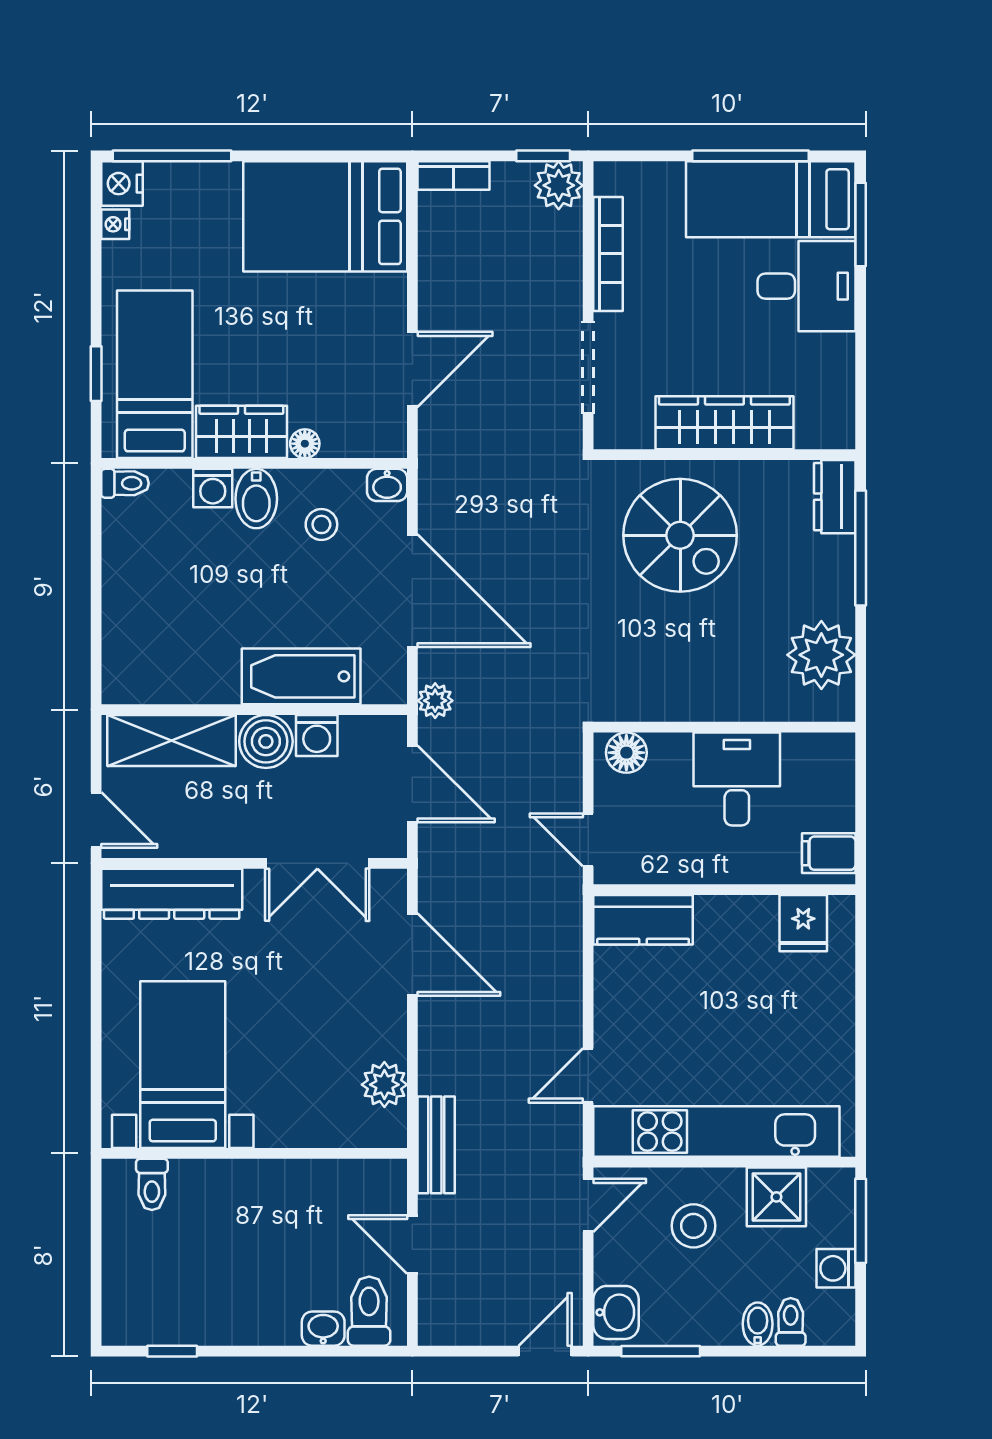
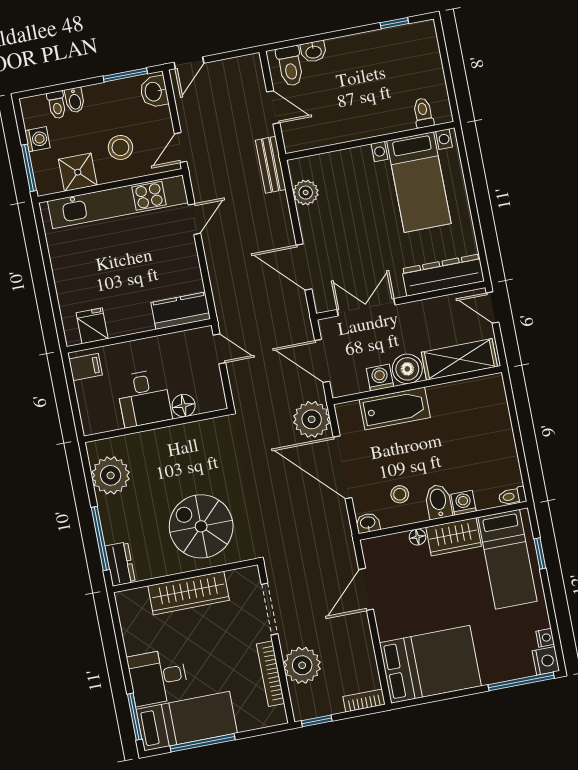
plant: (559, 185) -> (302, 665), moved, width x1.36, depth x1.36
plant: (435, 701) -> (312, 419), width x1.87, depth x1.87
floor lamp: (626, 753) -> (184, 406), moved

